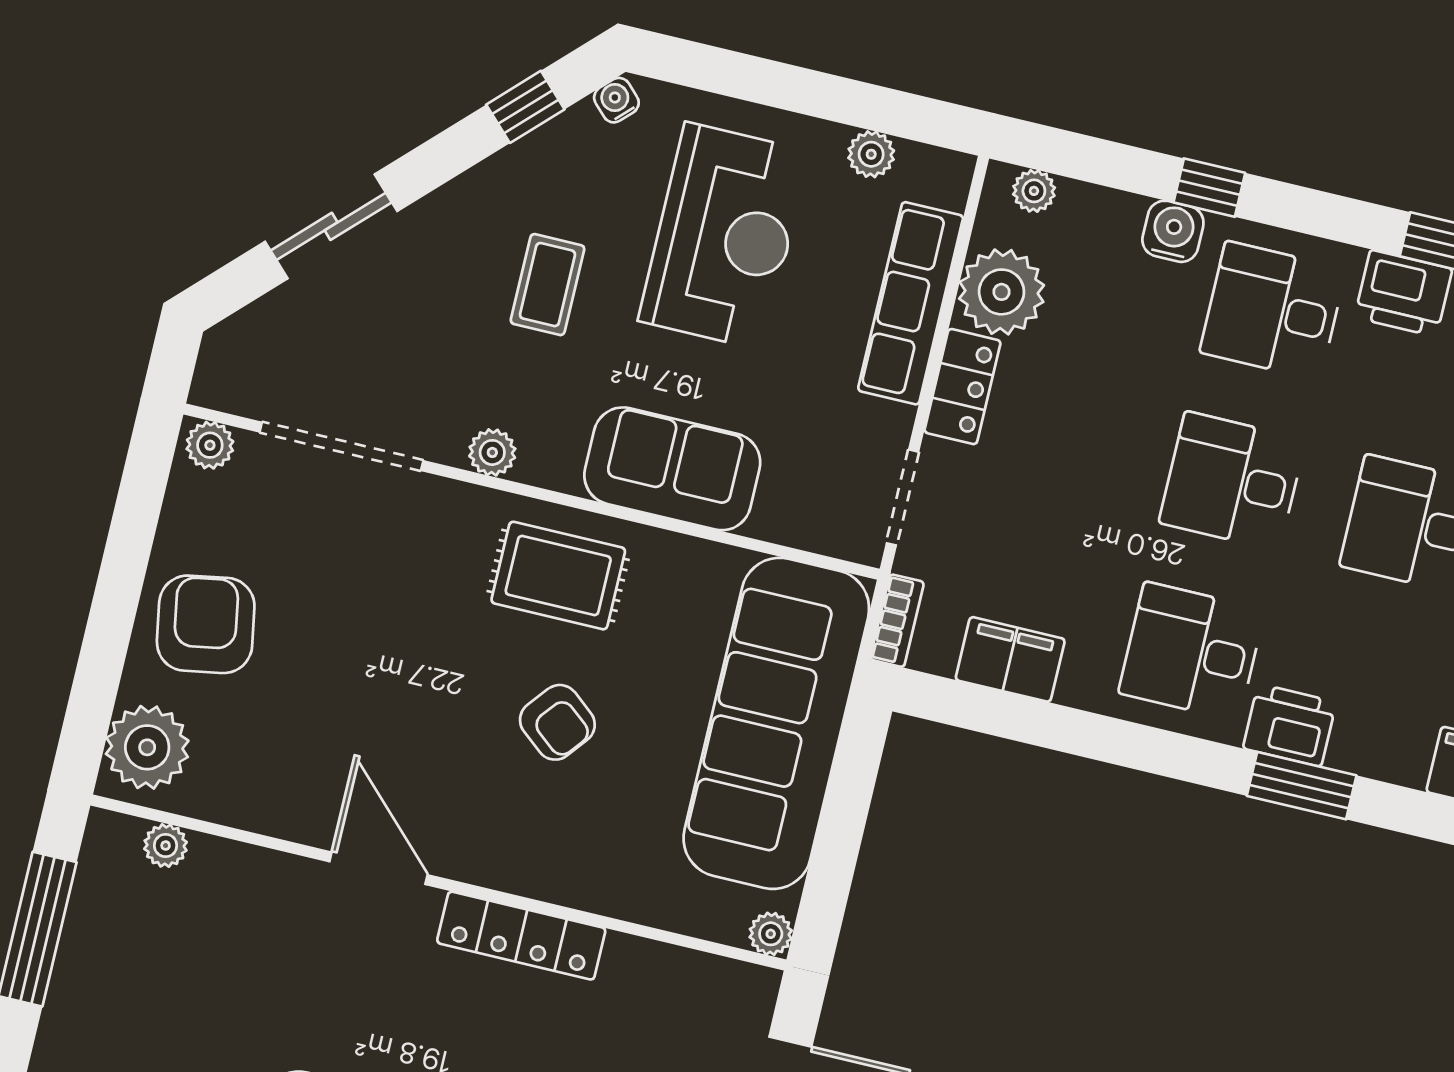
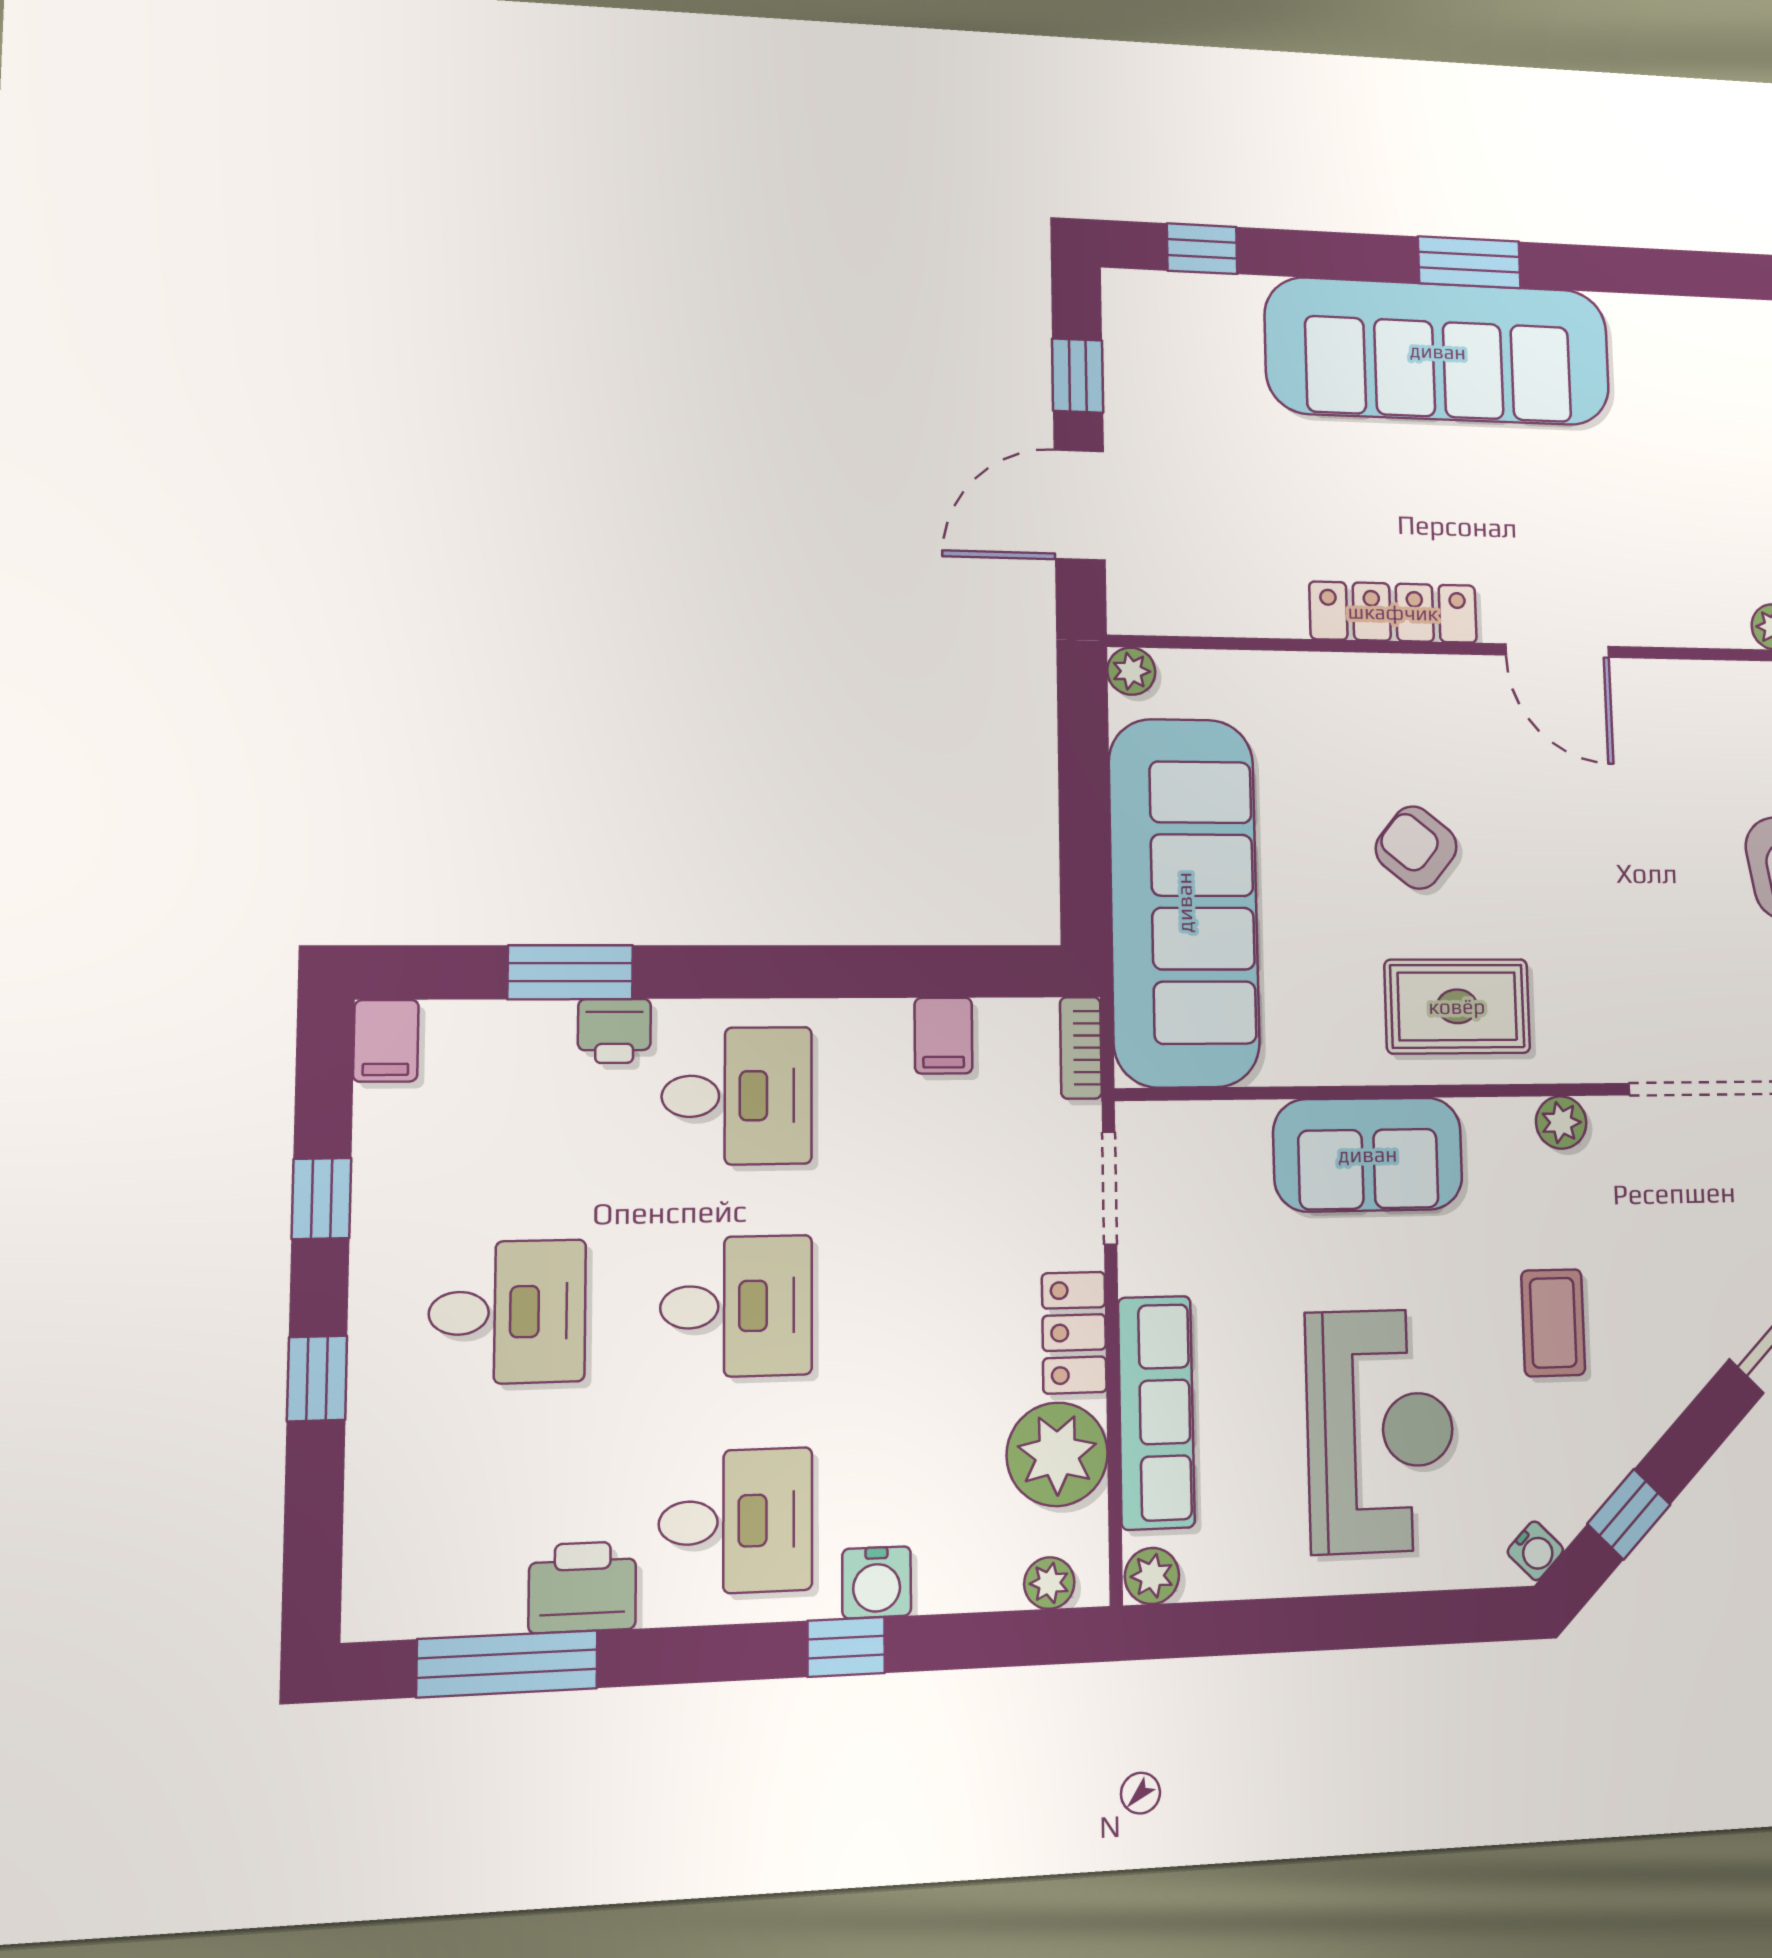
plant: (871, 154) -> (1152, 1576), moved
reception desk: (724, 236) -> (1380, 1431), turned 180
filing cabinet: (1010, 659) -> (943, 1036), width x0.50
printer: (1290, 725) -> (614, 1031), width x0.73, depth x0.81

